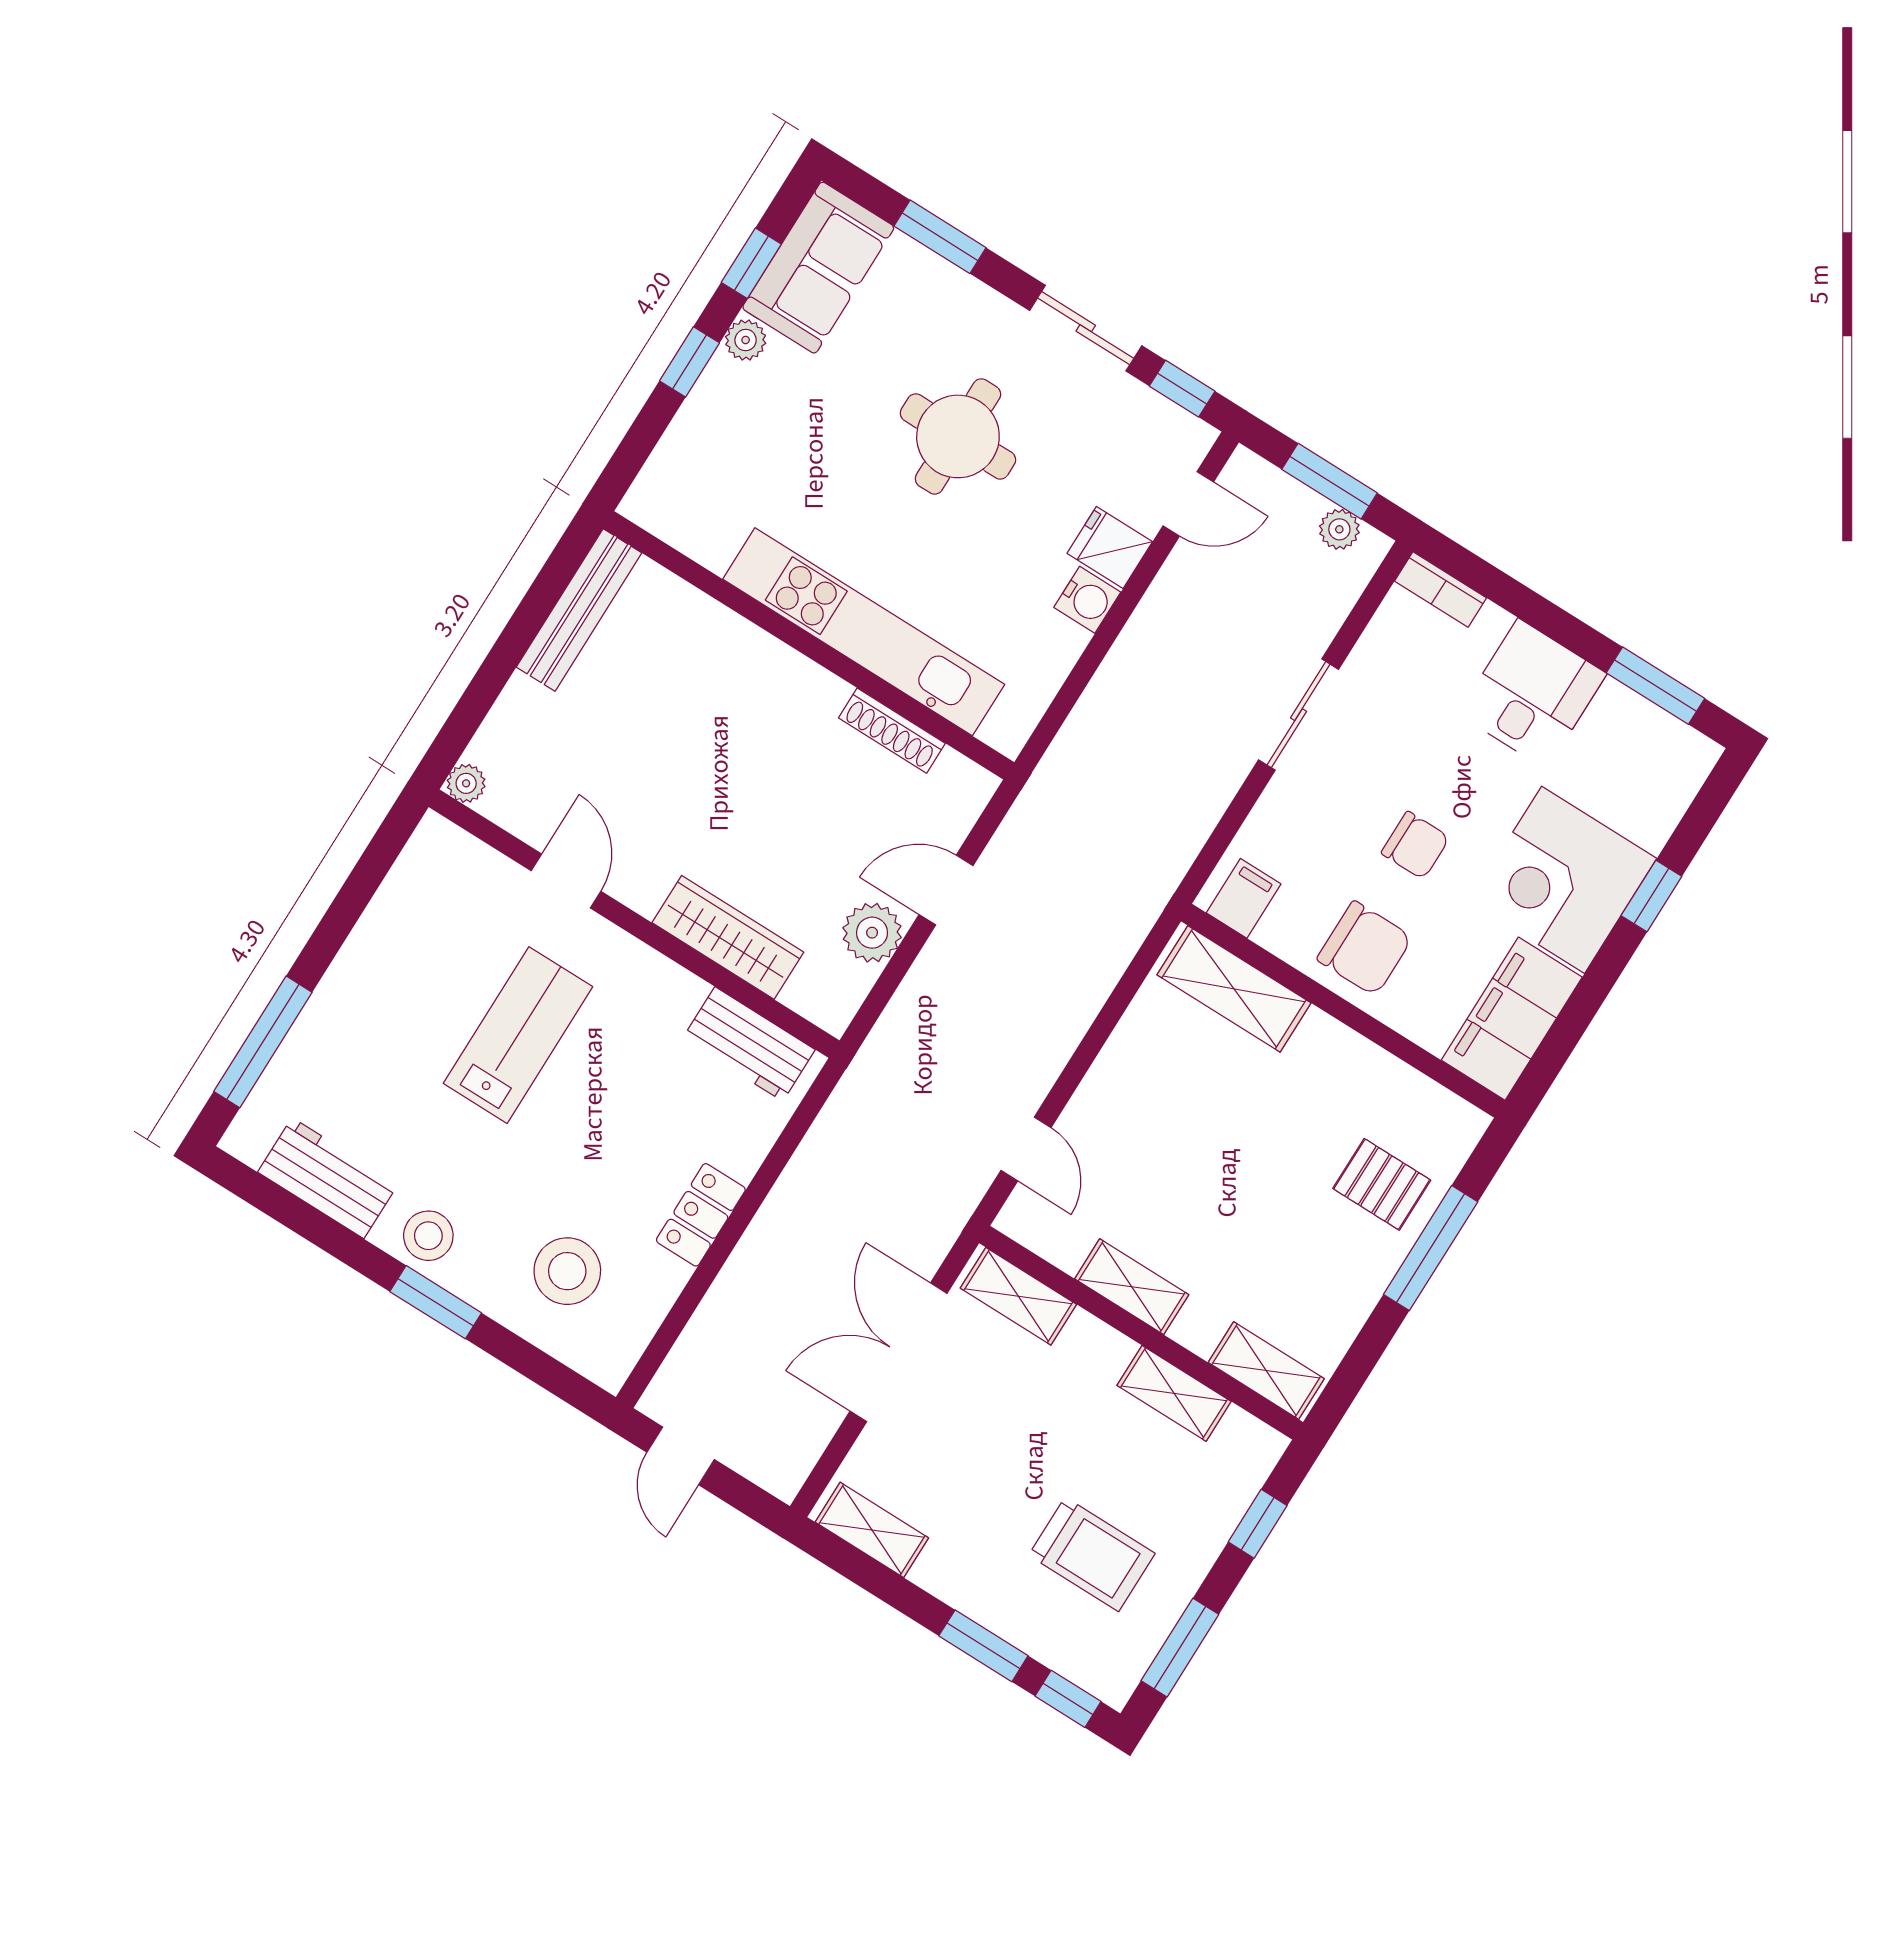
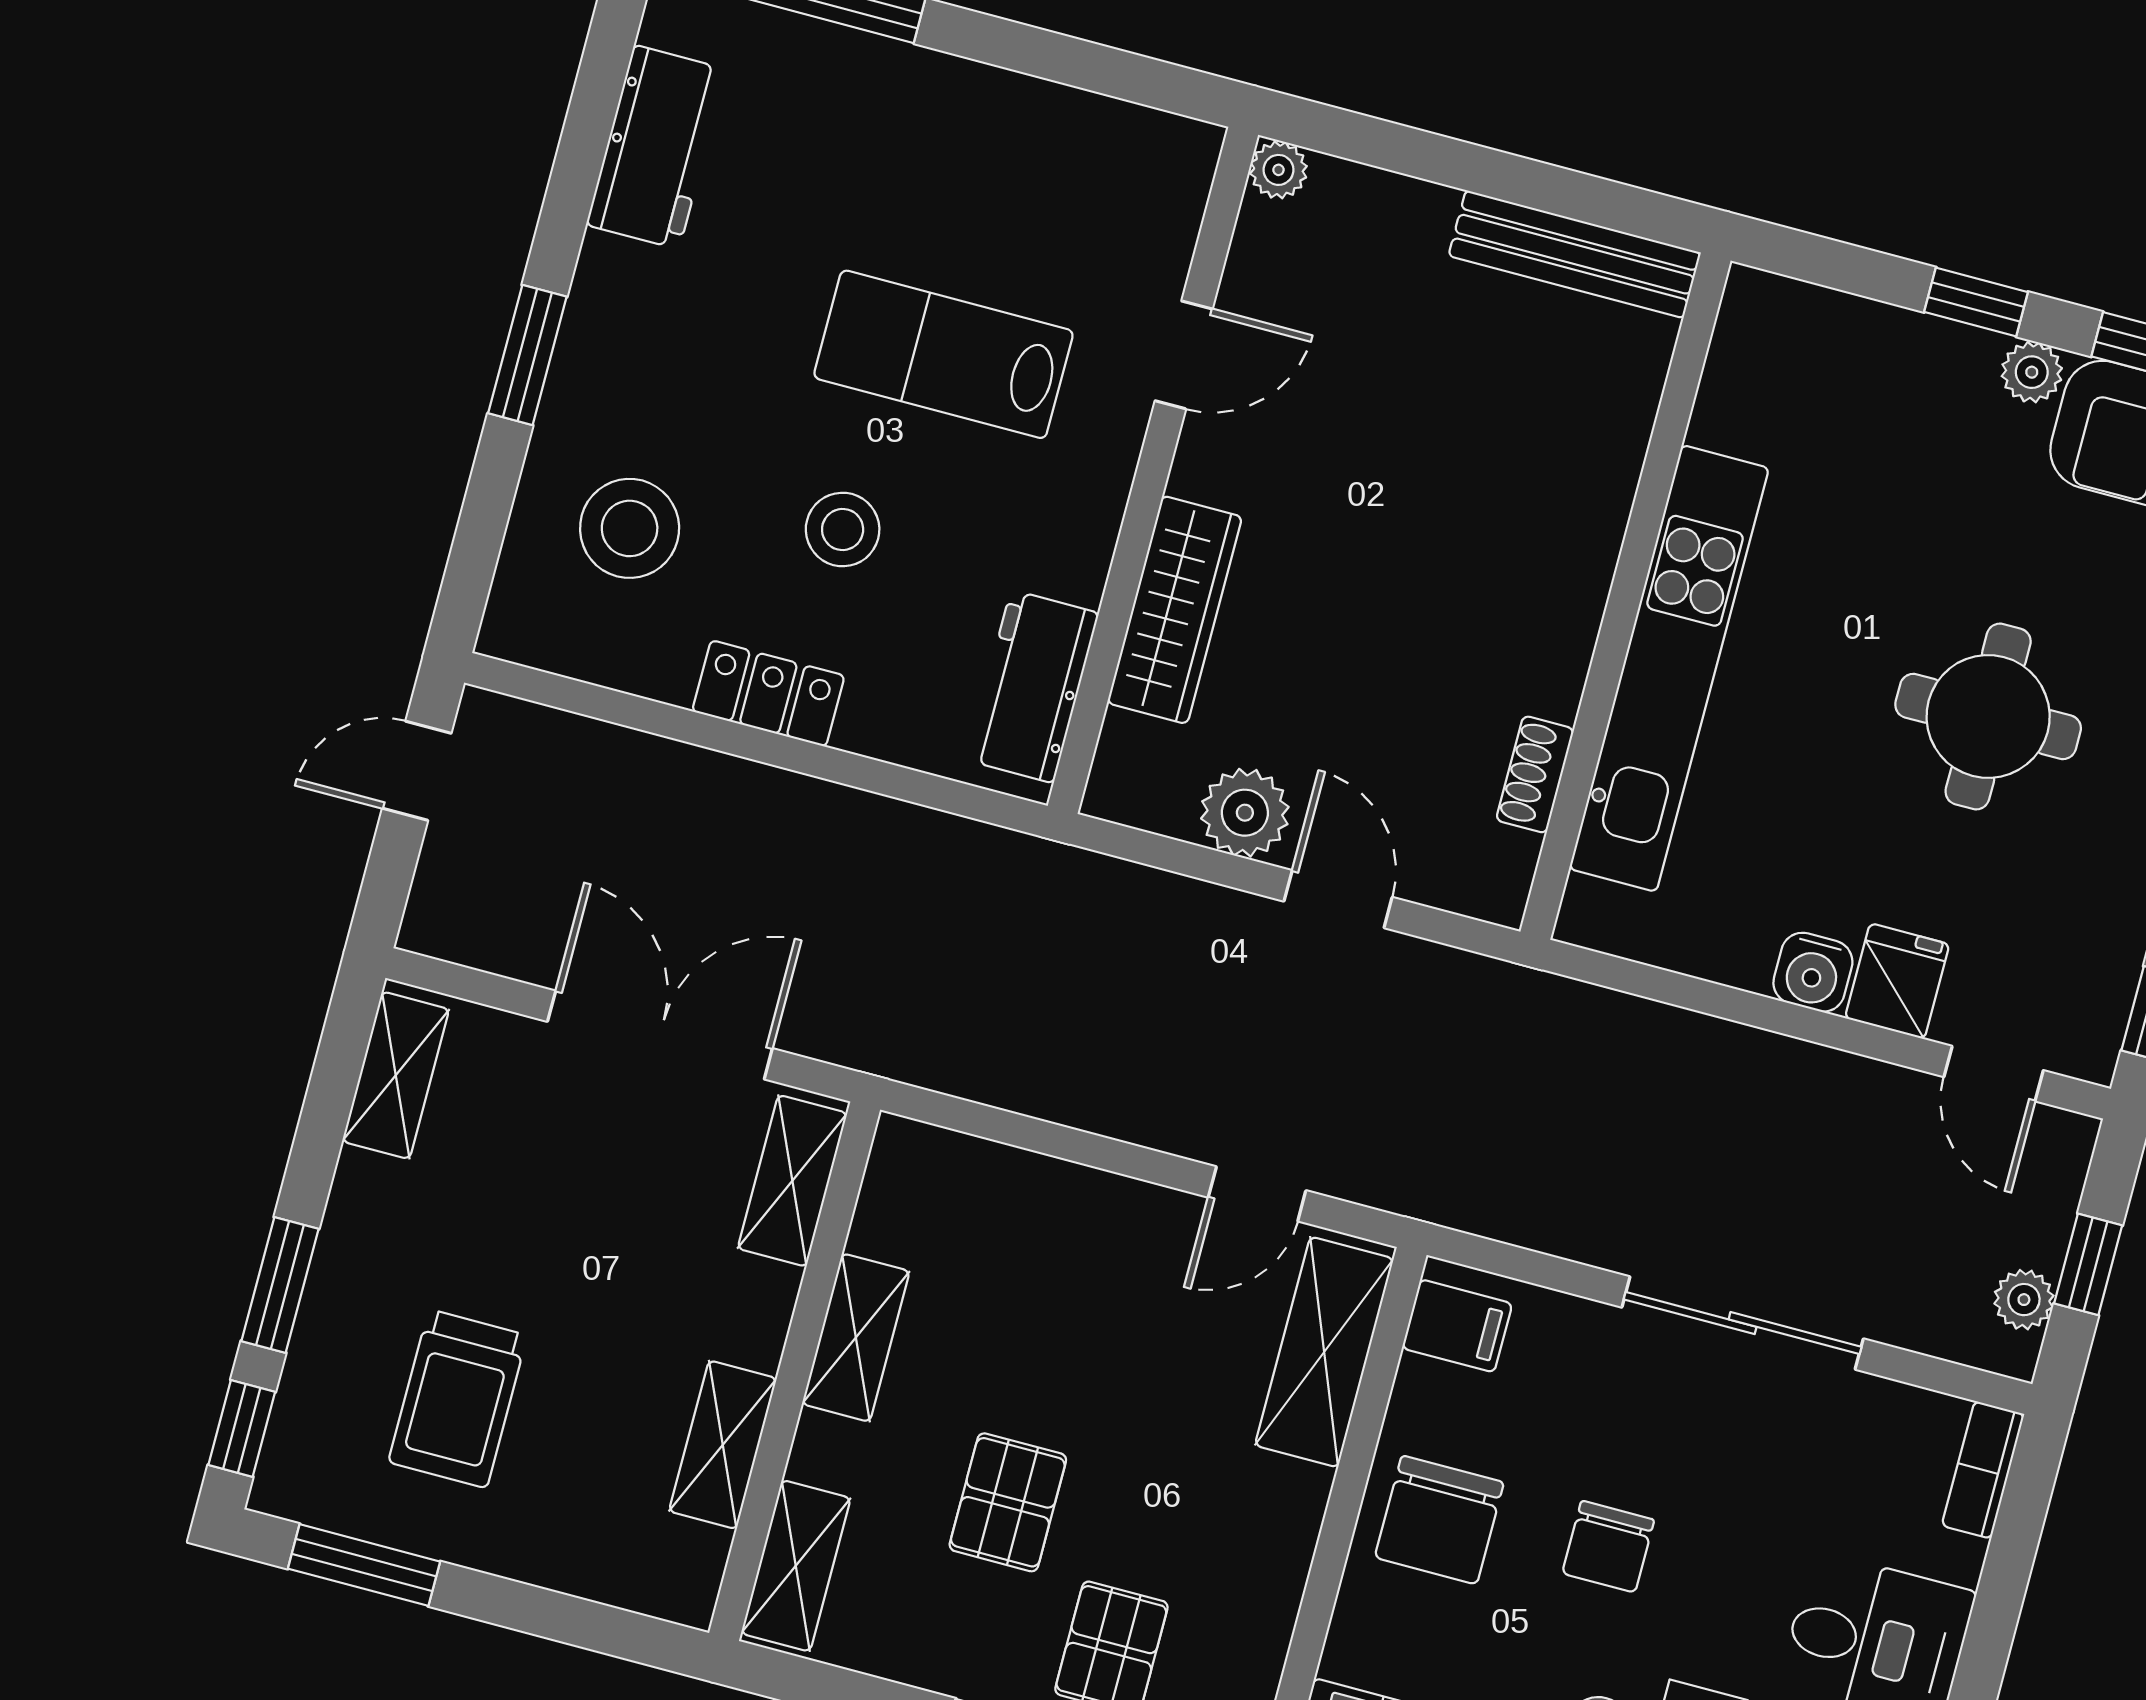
window: (1330, 481) -> (2088, 1264), width x0.67
sliding door: (1299, 715) -> (1743, 1323), width x1.37
shoe rack: (892, 731) -> (1535, 774), width x0.70
lab bench: (518, 1035) -> (943, 354), turned 180
door: (1026, 1149) -> (1257, 1194), moved
pallet: (1268, 1222) -> (1008, 1502), added
stool: (428, 1236) -> (843, 529), moved
window: (1258, 1524) -> (574, 1621), removed

